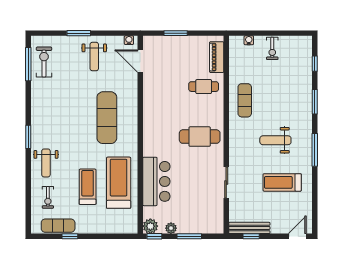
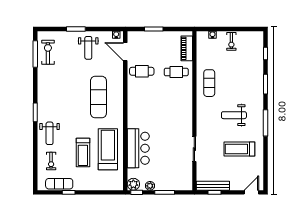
cafe table: (200, 137) -> (142, 71), moved, width x0.73, depth x0.74
treadmill: (88, 187) -> (83, 153), turned 180

